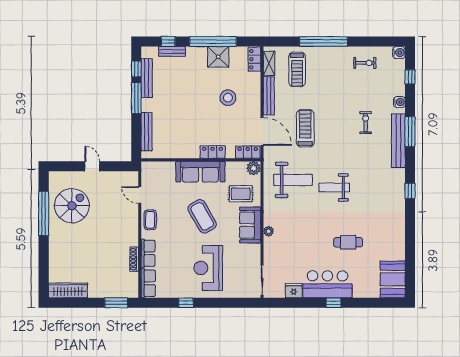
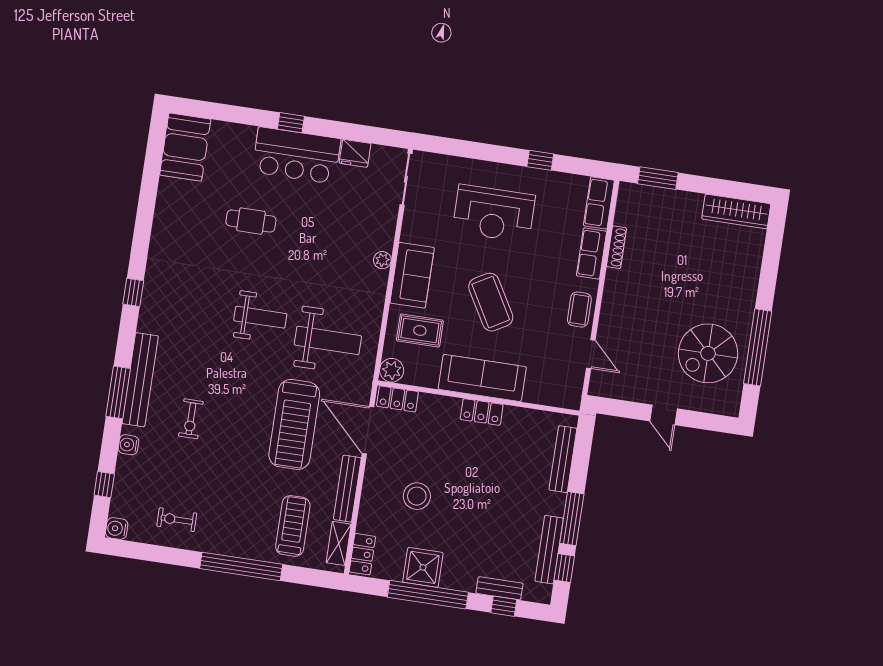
treadmill: (305, 128) -> (294, 424), width x1.37, depth x1.38
locker: (213, 152) -> (482, 412), moved
weight bench: (293, 180) -> (328, 340), turned 180
reception desk: (208, 268) -> (494, 214), turned 90

